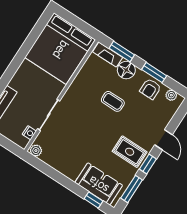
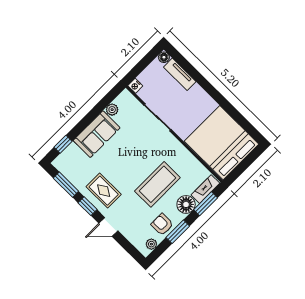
coffee table: (113, 101) -> (157, 184), width x1.86, depth x1.72
nightstand: (29, 133) -> (135, 86), moved
plant: (36, 151) -> (112, 110), moved
rug: (130, 152) -> (104, 191), turned 90
sofa: (99, 184) -> (97, 134), moved

